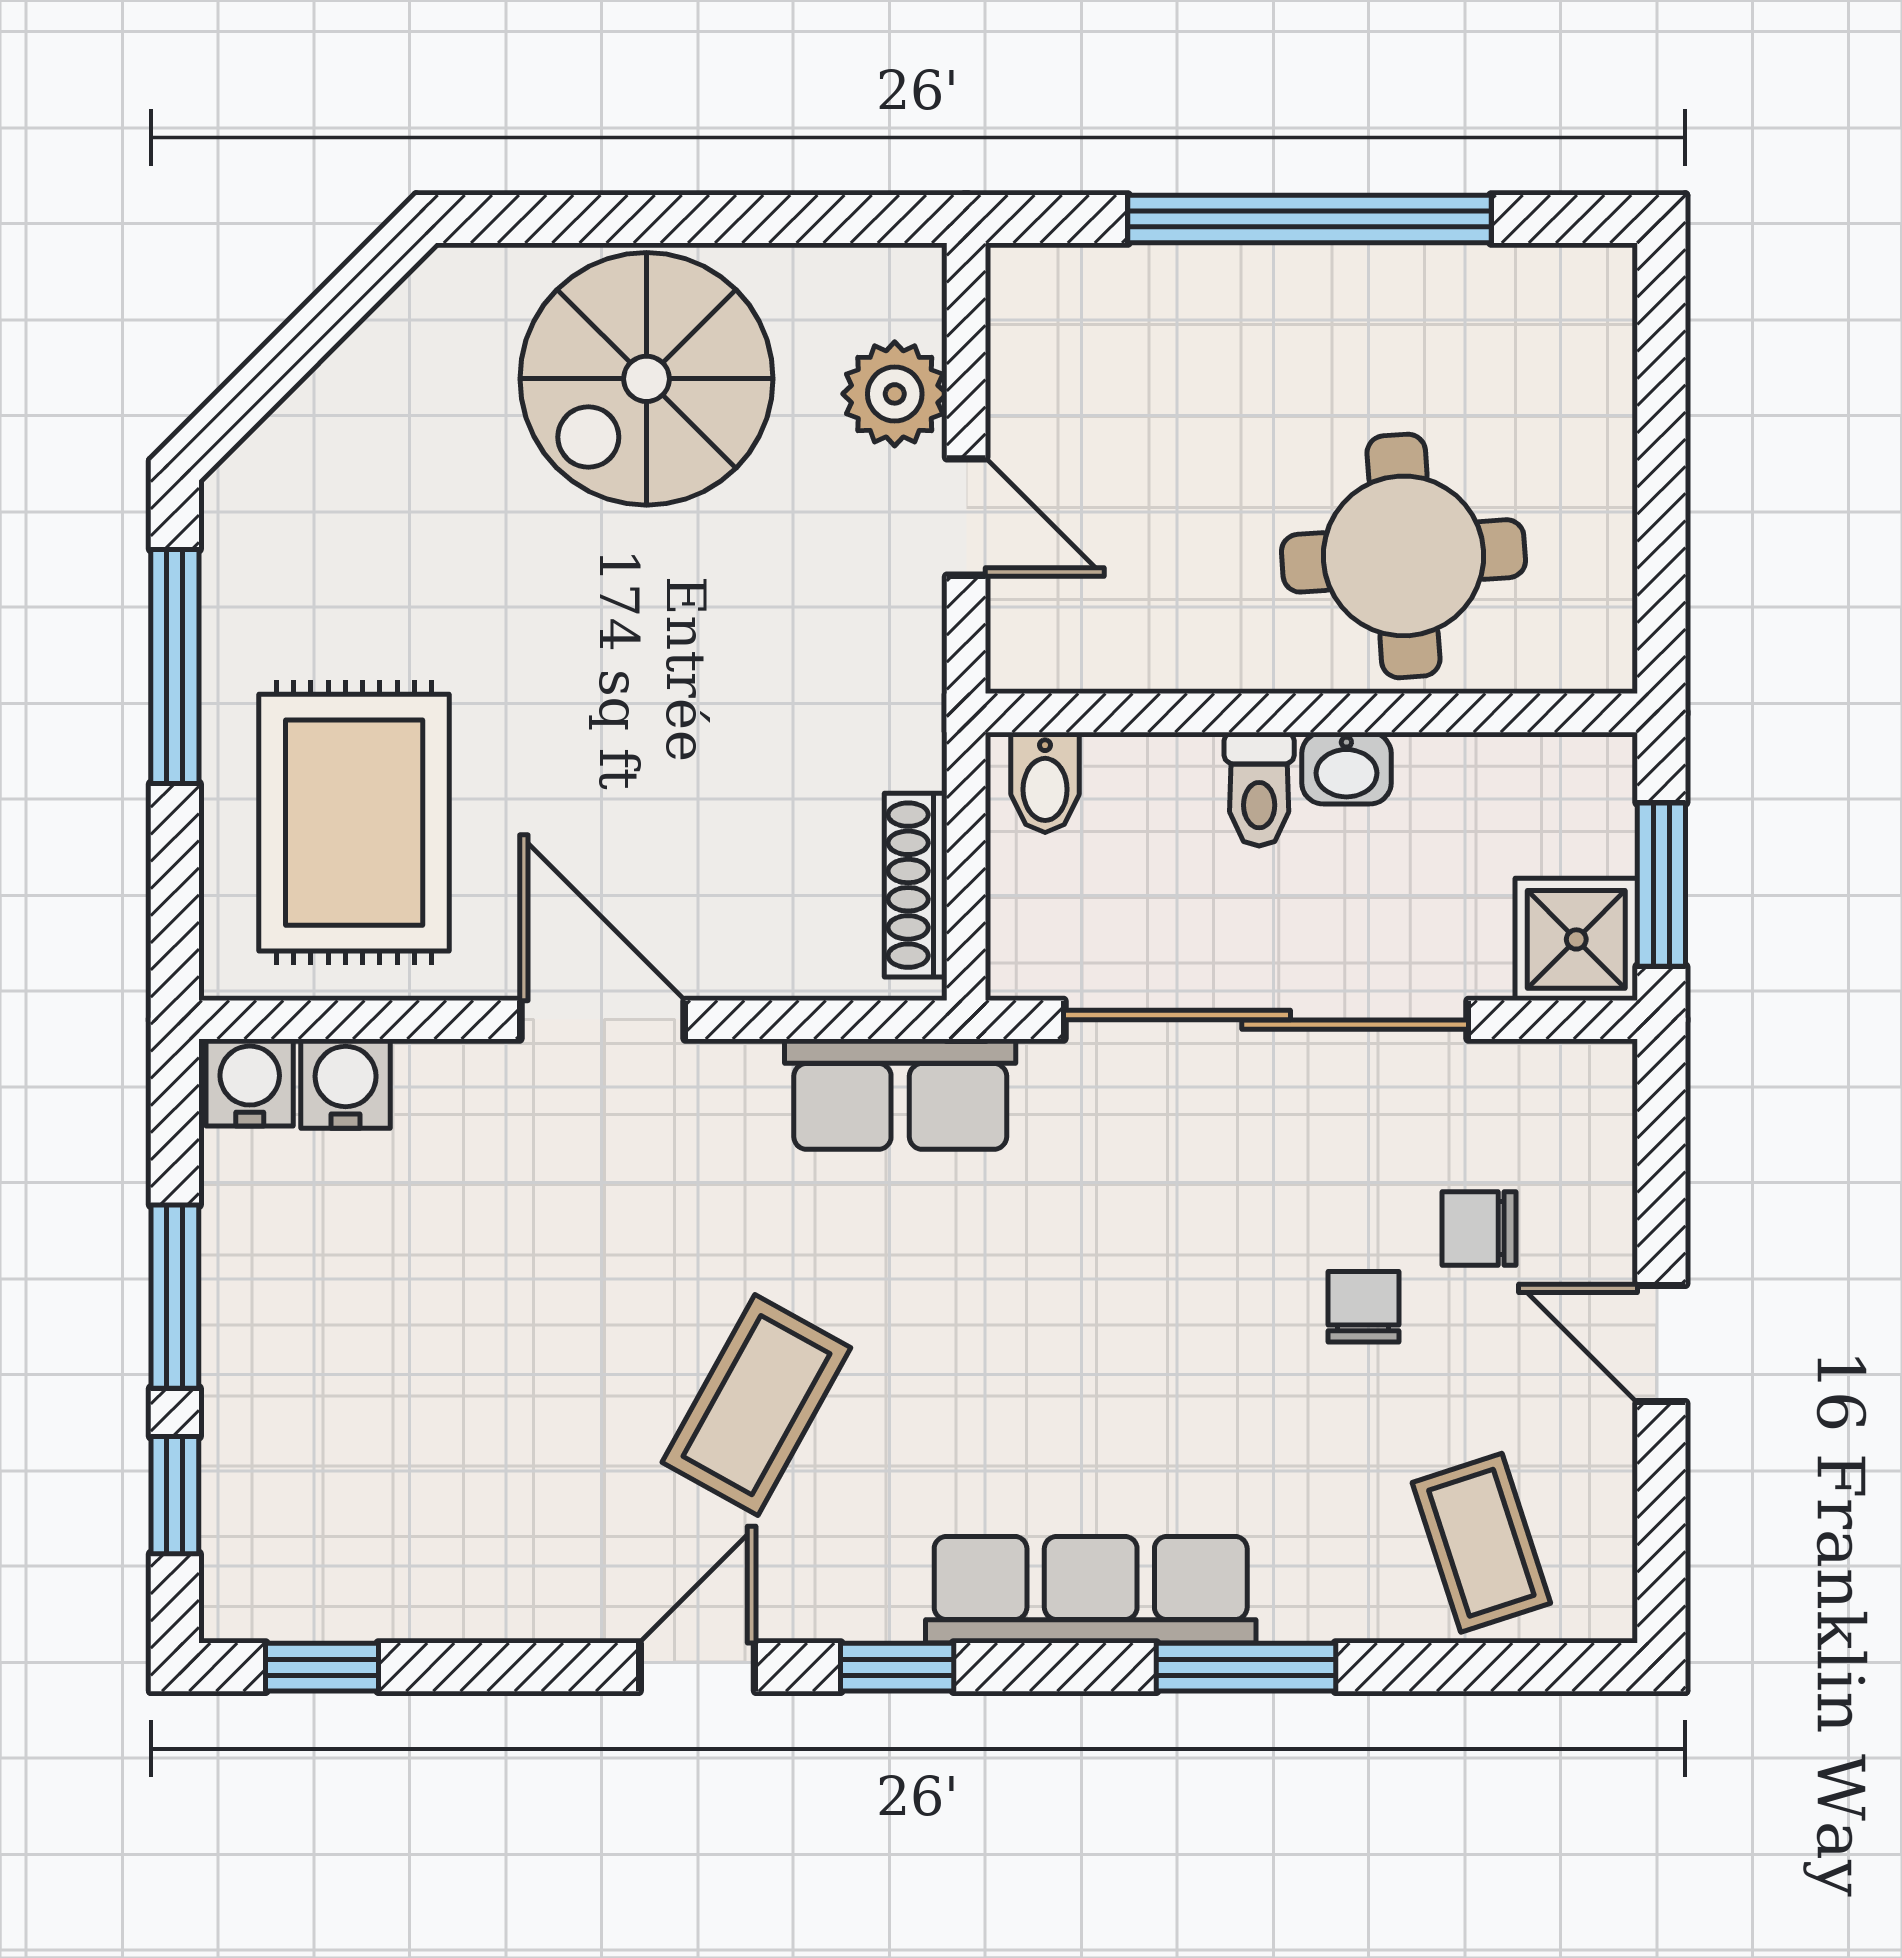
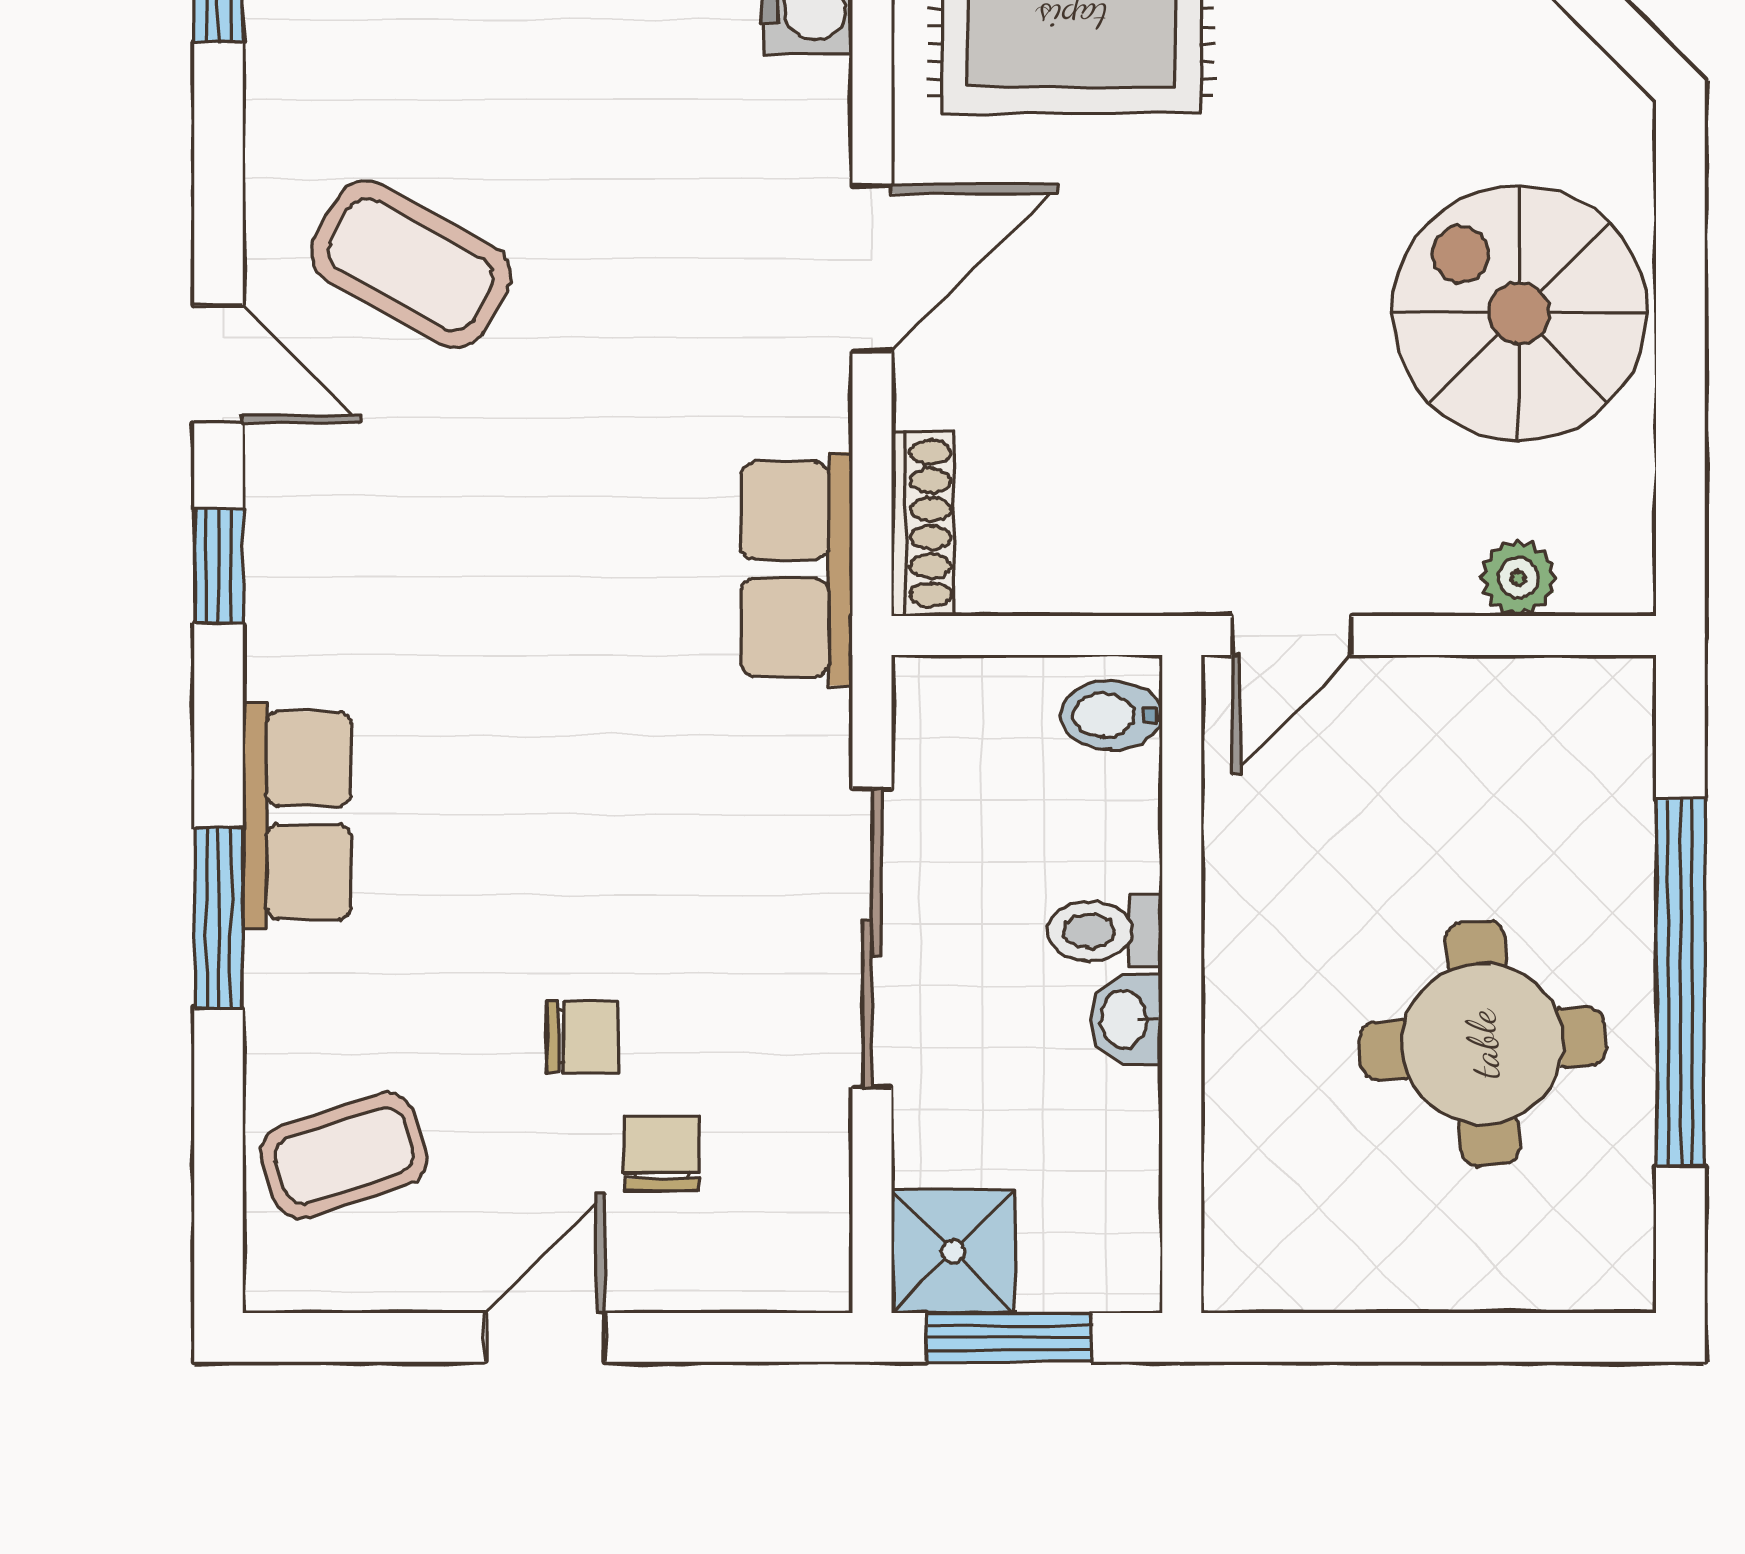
plant: (895, 394) -> (1518, 578), width x0.73, depth x0.73
door: (966, 517) -> (1292, 636), moved
round table: (1403, 556) -> (1483, 1044), moved
shoe rack: (916, 885) -> (923, 523), moved, turned 90
sliding door: (1266, 1020) -> (872, 938), width x0.73
coffee table: (756, 1405) -> (411, 264), moved
row of seats: (1091, 1590) -> (297, 815), width x0.68

